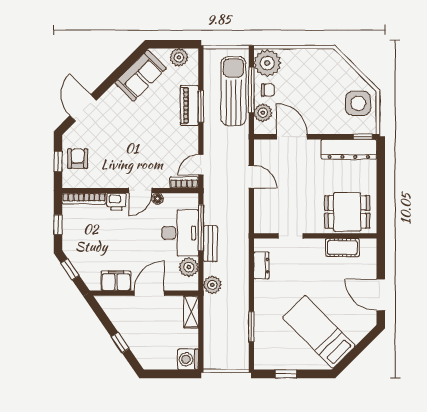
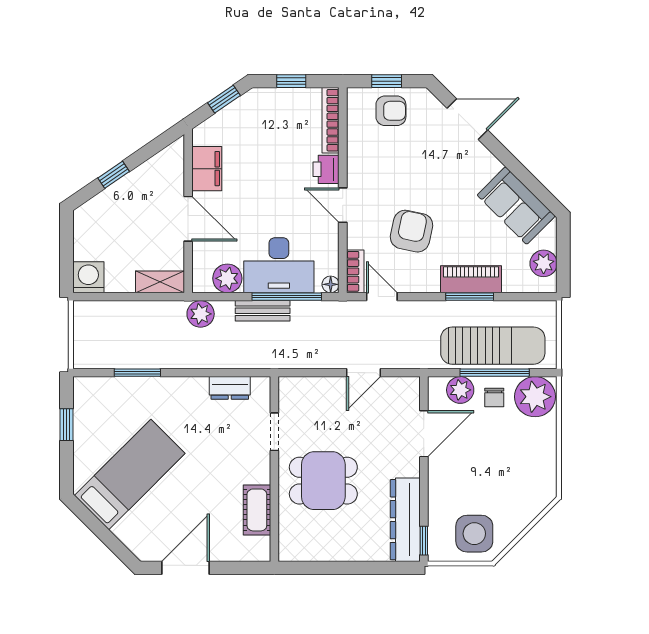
armchair: (157, 145) -> (411, 231), added
floor lamp: (157, 199) -> (331, 284), moved
dining table: (347, 212) -> (323, 481), moved, turned 90

